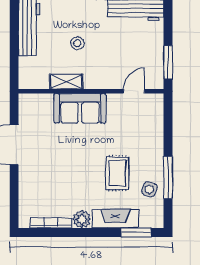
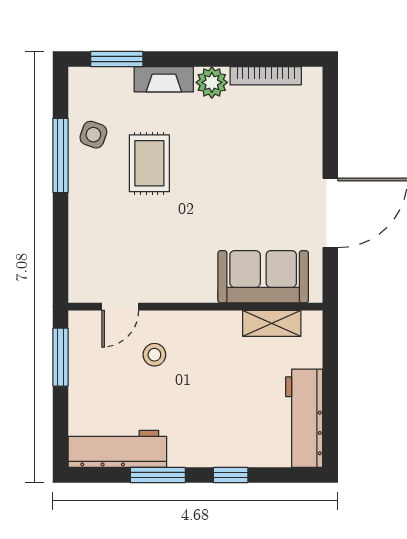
stool: (77, 43) -> (154, 355), moved
shelving: (66, 82) -> (272, 323), moved
sofa: (80, 108) -> (263, 277), moved
fireplace: (115, 219) -> (164, 79), width x0.73, depth x0.76

